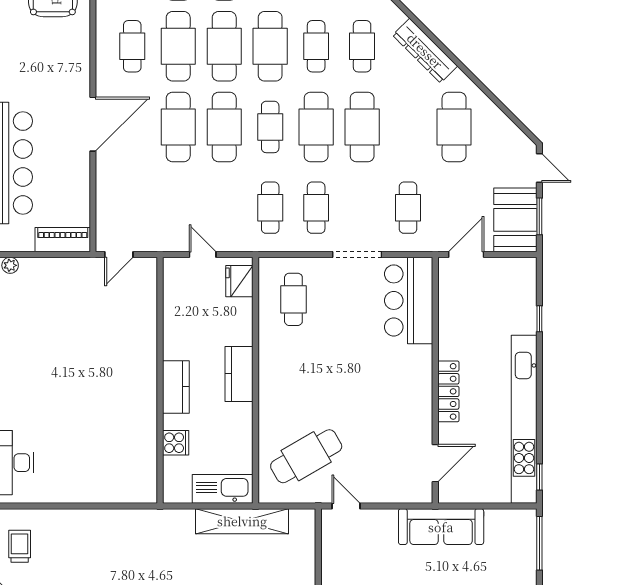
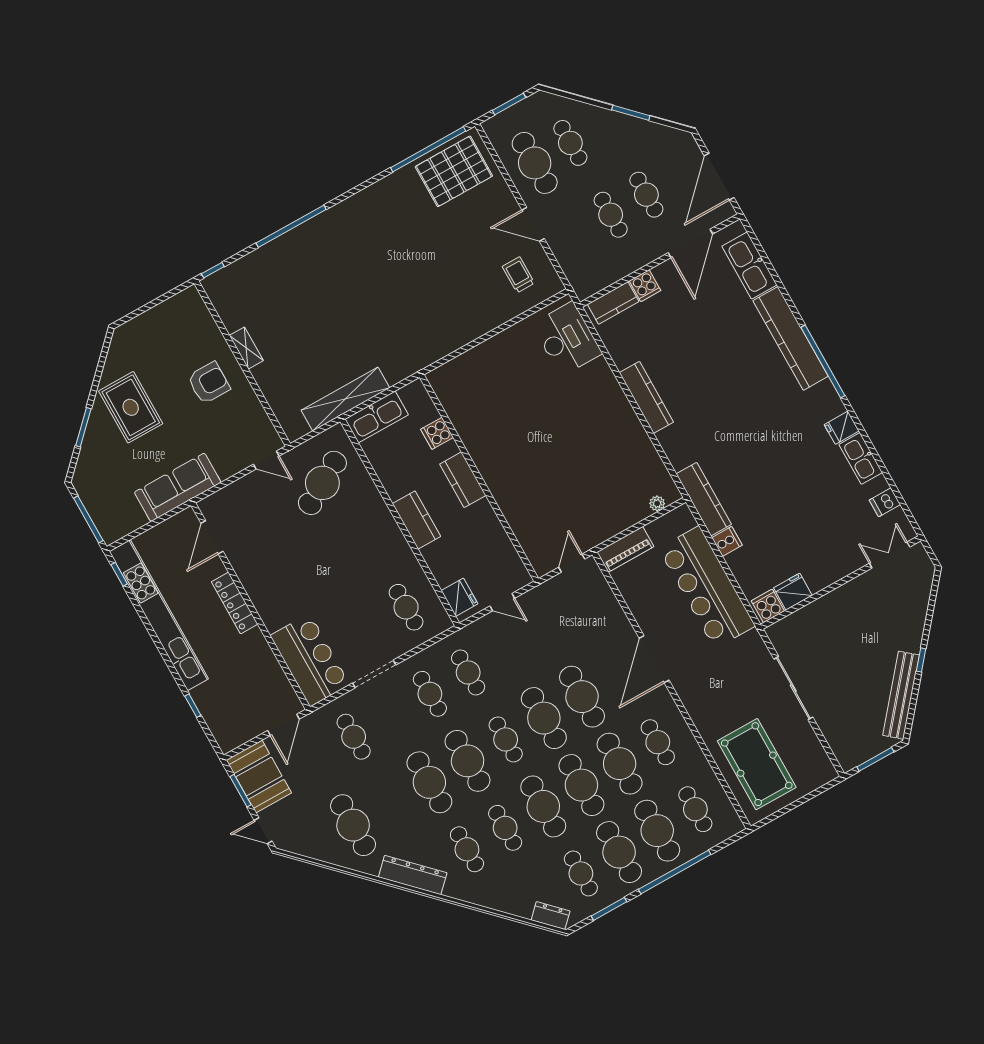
trolley: (20, 546) -> (518, 275), turned 180

